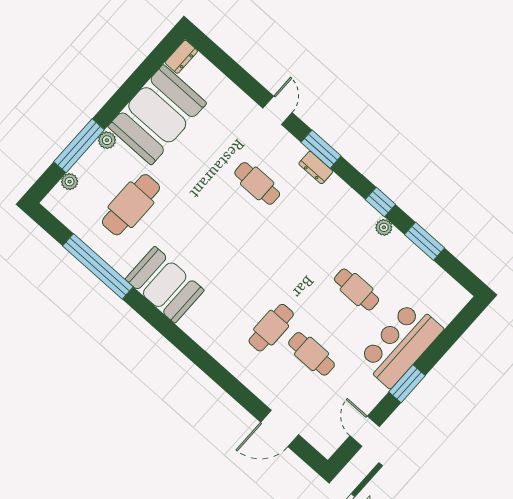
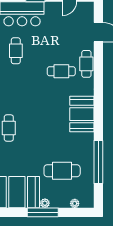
window: (79, 146) -> (43, 212), moved
booth: (165, 285) -> (82, 114), moved
cafe table: (312, 354) -> (86, 64), moved

